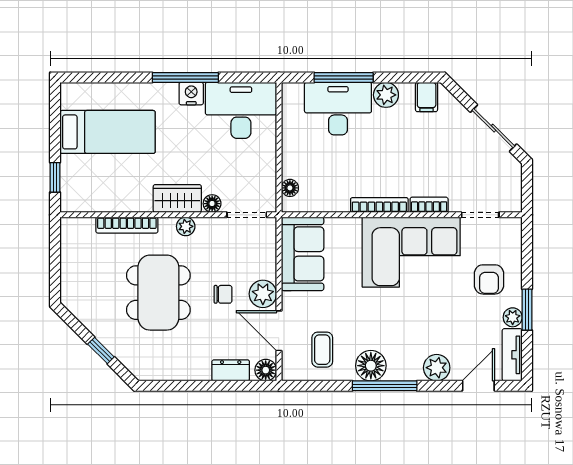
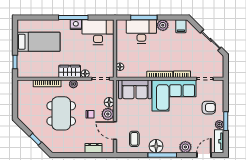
sofa: (303, 254) -> (135, 89), moved, turned 90
armchair: (489, 279) -> (209, 108), turned -90
floor lamp: (266, 370) -> (109, 102), moved

